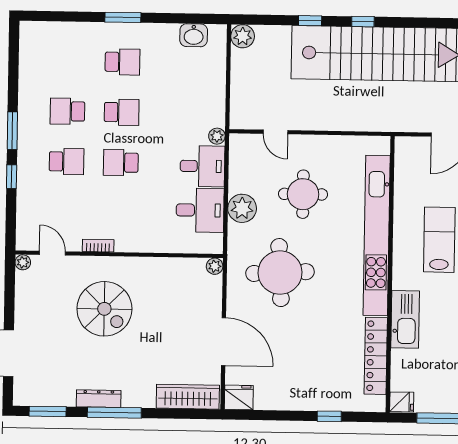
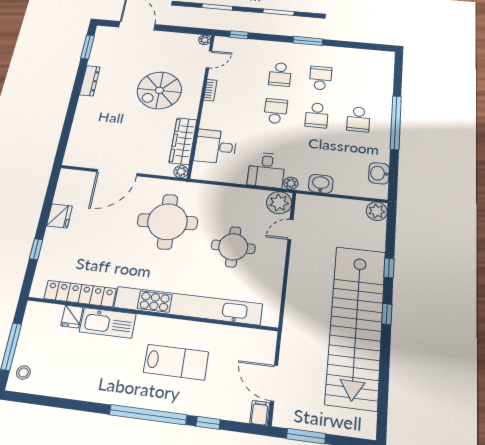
window: (123, 17) -> (396, 123), width x2.11
washbasin: (214, 102) -> (321, 184), added
window: (12, 177) -> (239, 35), moved
plant: (242, 208) -> (279, 203), moved
desk: (200, 210) -> (215, 147), moved, turned 90
wardrobe: (188, 397) -> (183, 141), moved, turned 180
fridge: (239, 397) -> (59, 216), moved
fridge: (402, 402) -> (72, 317), moved
window: (114, 413) -> (76, 90), removed

